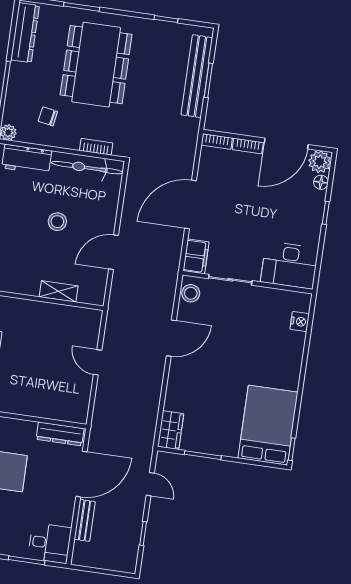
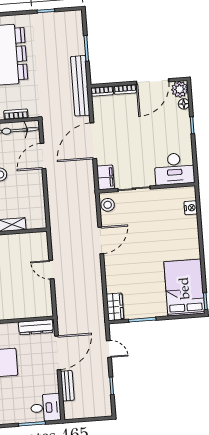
bench: (197, 76) -> (80, 86), moved
door: (113, 252) -> (43, 156), moved

